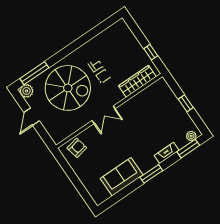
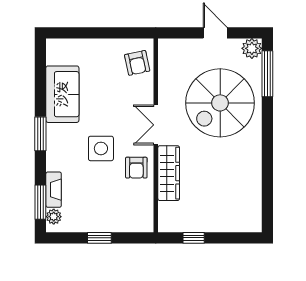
wardrobe: (137, 81) -> (169, 173), moved
armchair: (134, 109) -> (136, 168), added
side table: (137, 136) -> (101, 148), added
fireplace: (167, 153) -> (54, 190), moved

